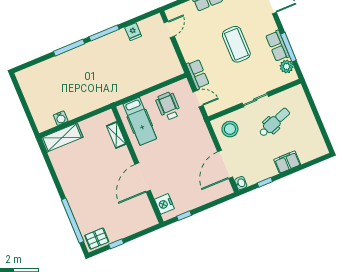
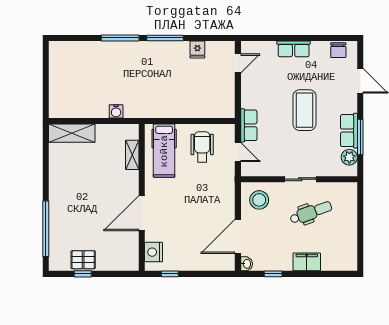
water cooler: (61, 118) -> (116, 111), moved
pallet: (97, 239) -> (83, 260), moved

